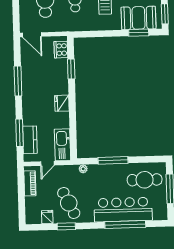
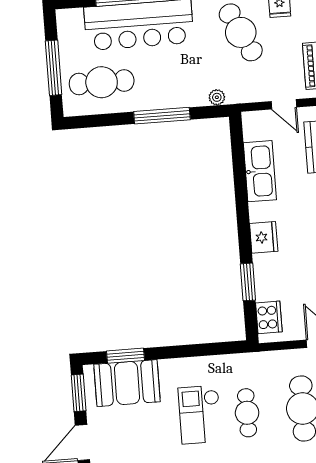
fridge: (62, 103) -> (264, 237), moved
kitchen sink: (62, 145) -> (260, 171), moved
door: (47, 163) -> (284, 104), swing flipped

